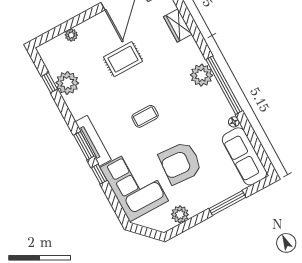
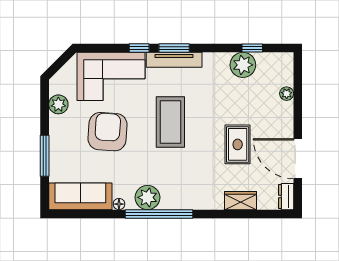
rug: (123, 59) -> (238, 144), moved
plant: (201, 75) -> (147, 197), moved
coffee table: (145, 116) -> (170, 122), width x1.86, depth x1.72

